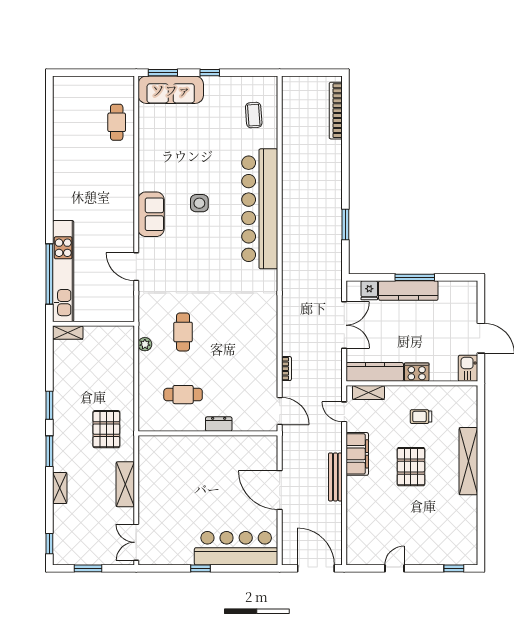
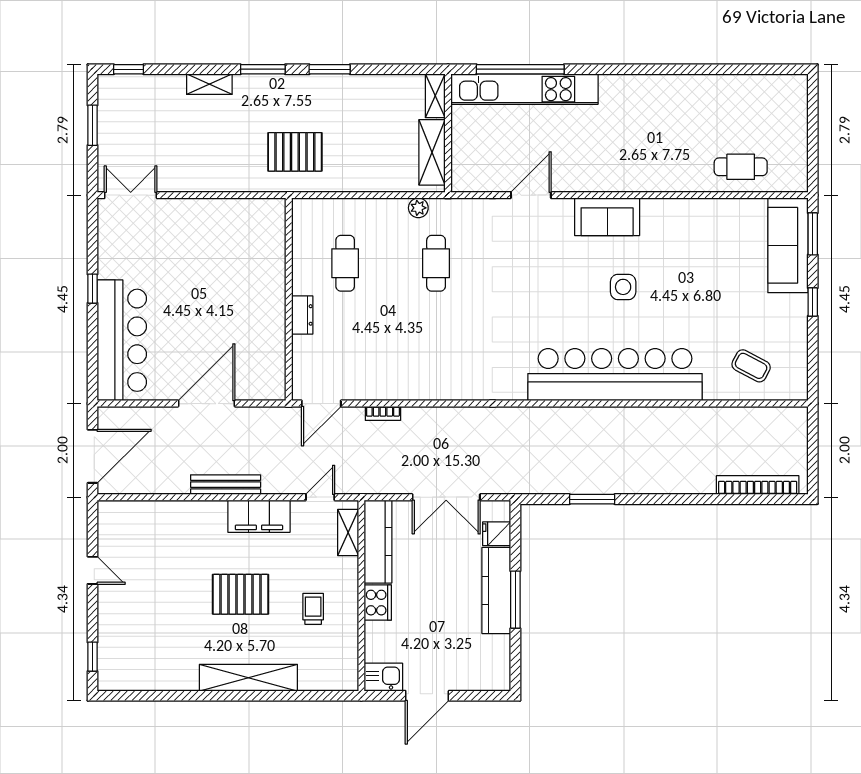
coffee table: (254, 115) -> (751, 366), turned 32
cafe table: (183, 332) -> (436, 263), turned 90
shelving: (125, 484) -> (432, 152), moved, turned 90

